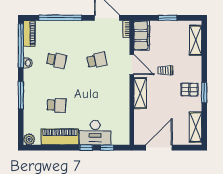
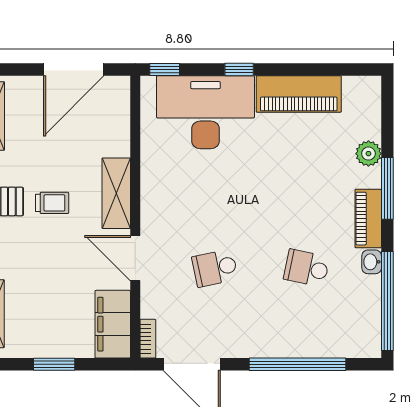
piano: (29, 33) -> (368, 219), moved
trolley: (165, 70) -> (52, 203), moved
school desk: (56, 105) -> (307, 166), removed
desk: (95, 133) -> (205, 112), width x1.36, depth x1.30
plant: (29, 139) -> (368, 154), moved
window: (107, 148) -> (165, 69), moved

